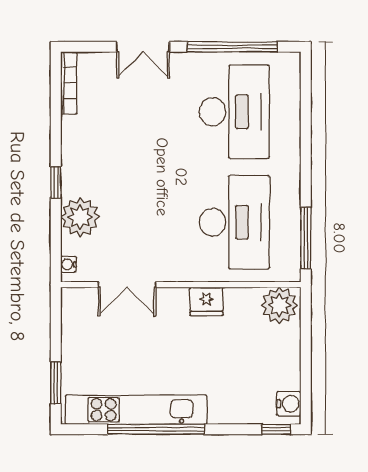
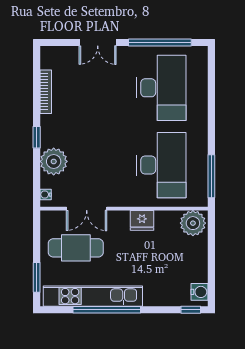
bookcase: (69, 83) -> (46, 92), moved
cafe table: (112, 341) -> (76, 248), added

